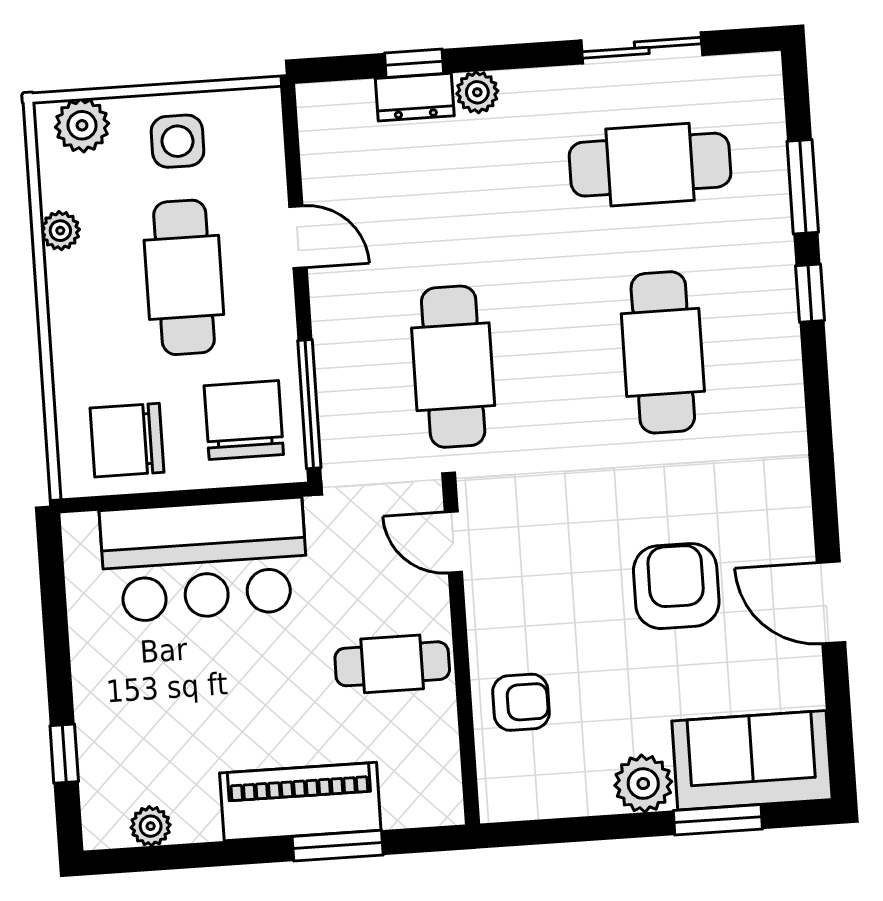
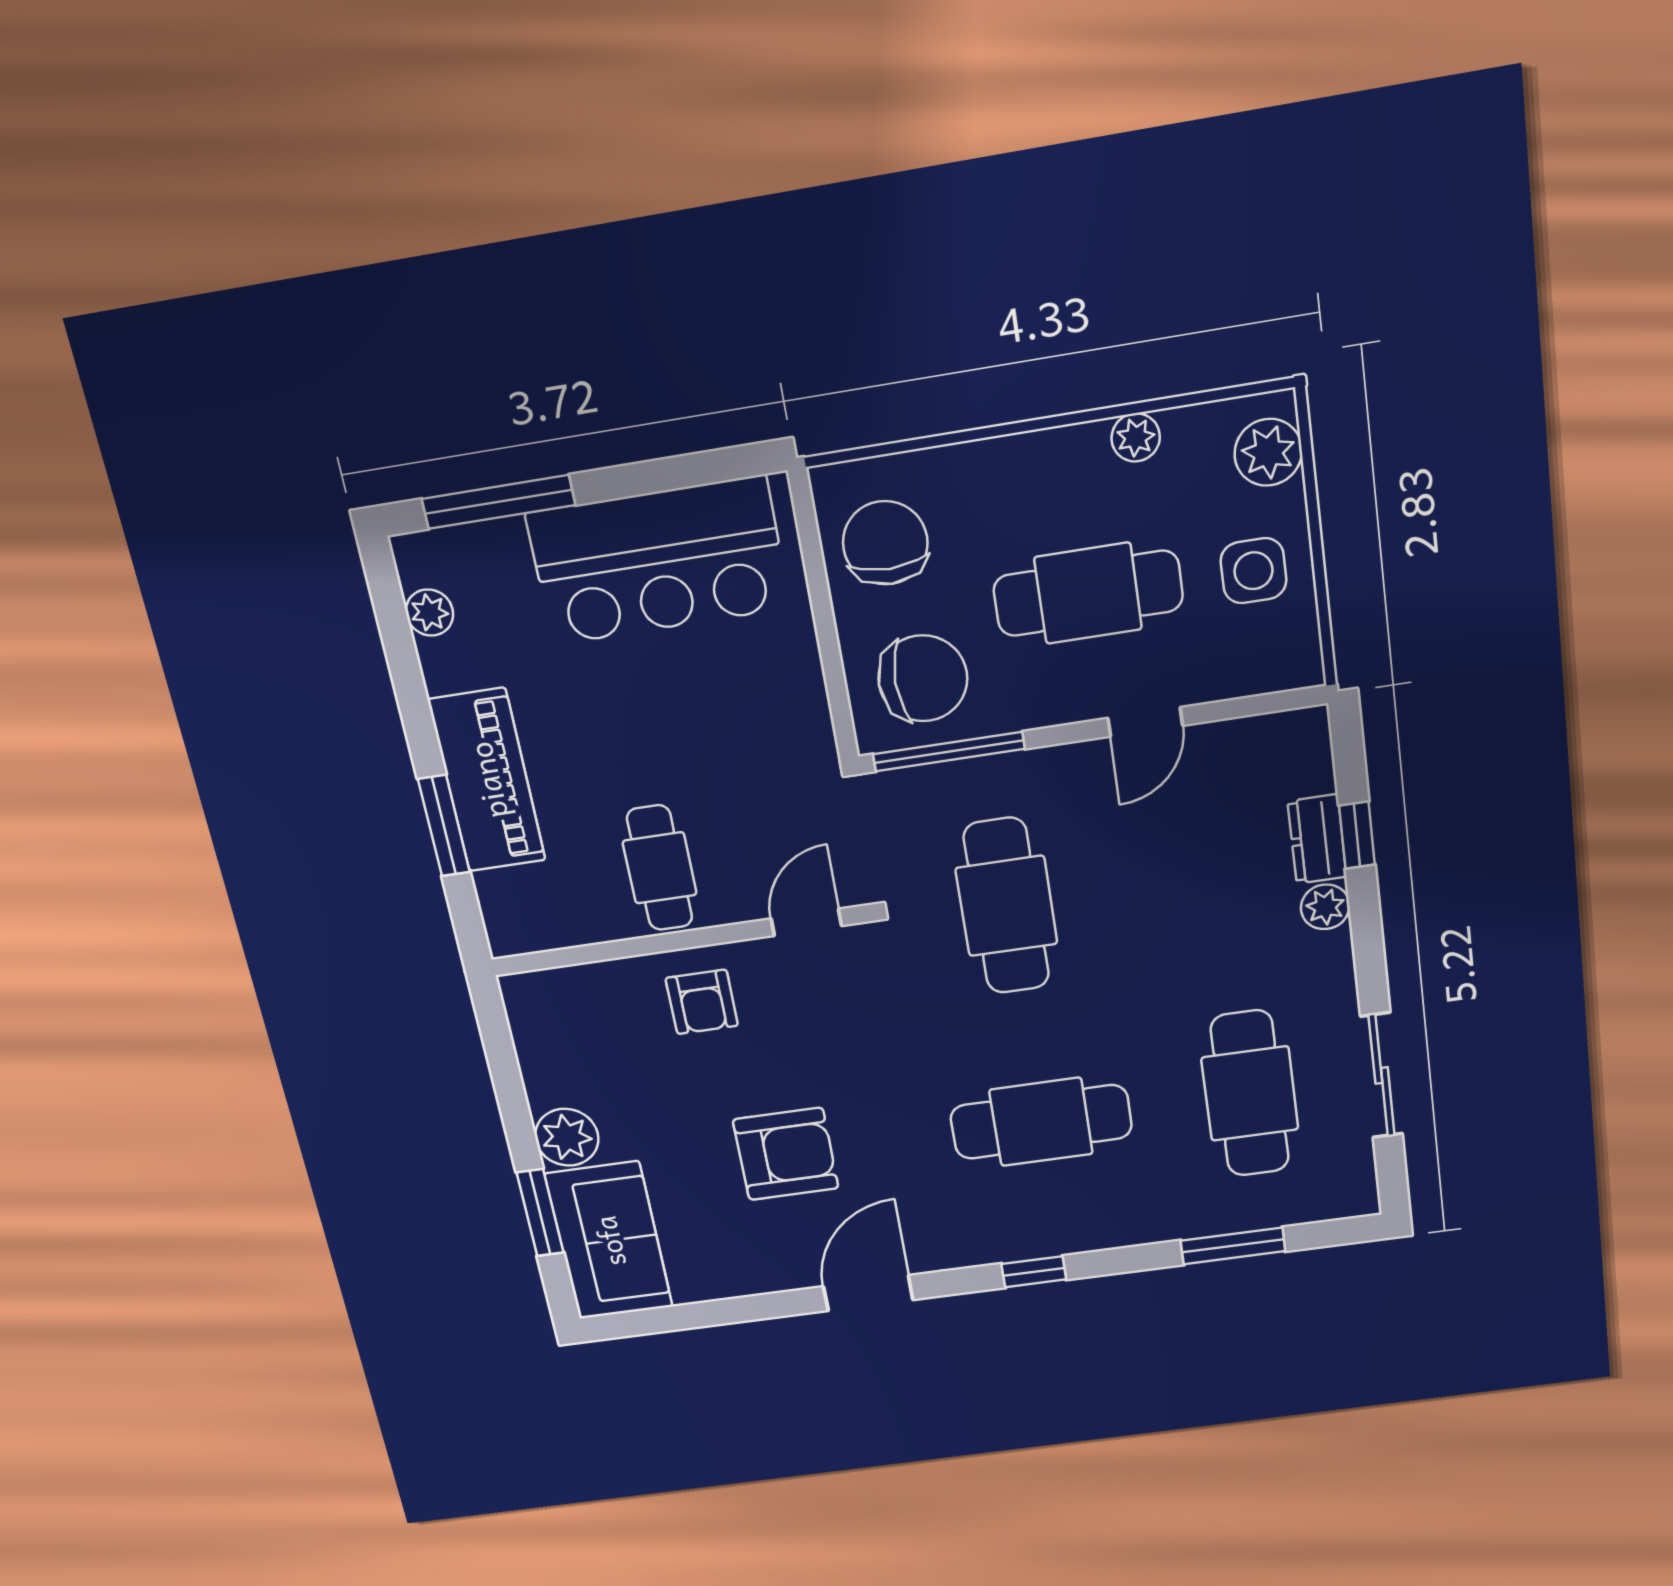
window: (810, 293) -> (1034, 1272), moved
cafe table: (453, 367) -> (1006, 906), turned 90
bar counter: (204, 560) -> (658, 561), moved, turned -90
door: (831, 603) -> (868, 1293), moved
armchair: (521, 702) -> (702, 1002), moved
window: (64, 754) -> (498, 502), width x2.17

